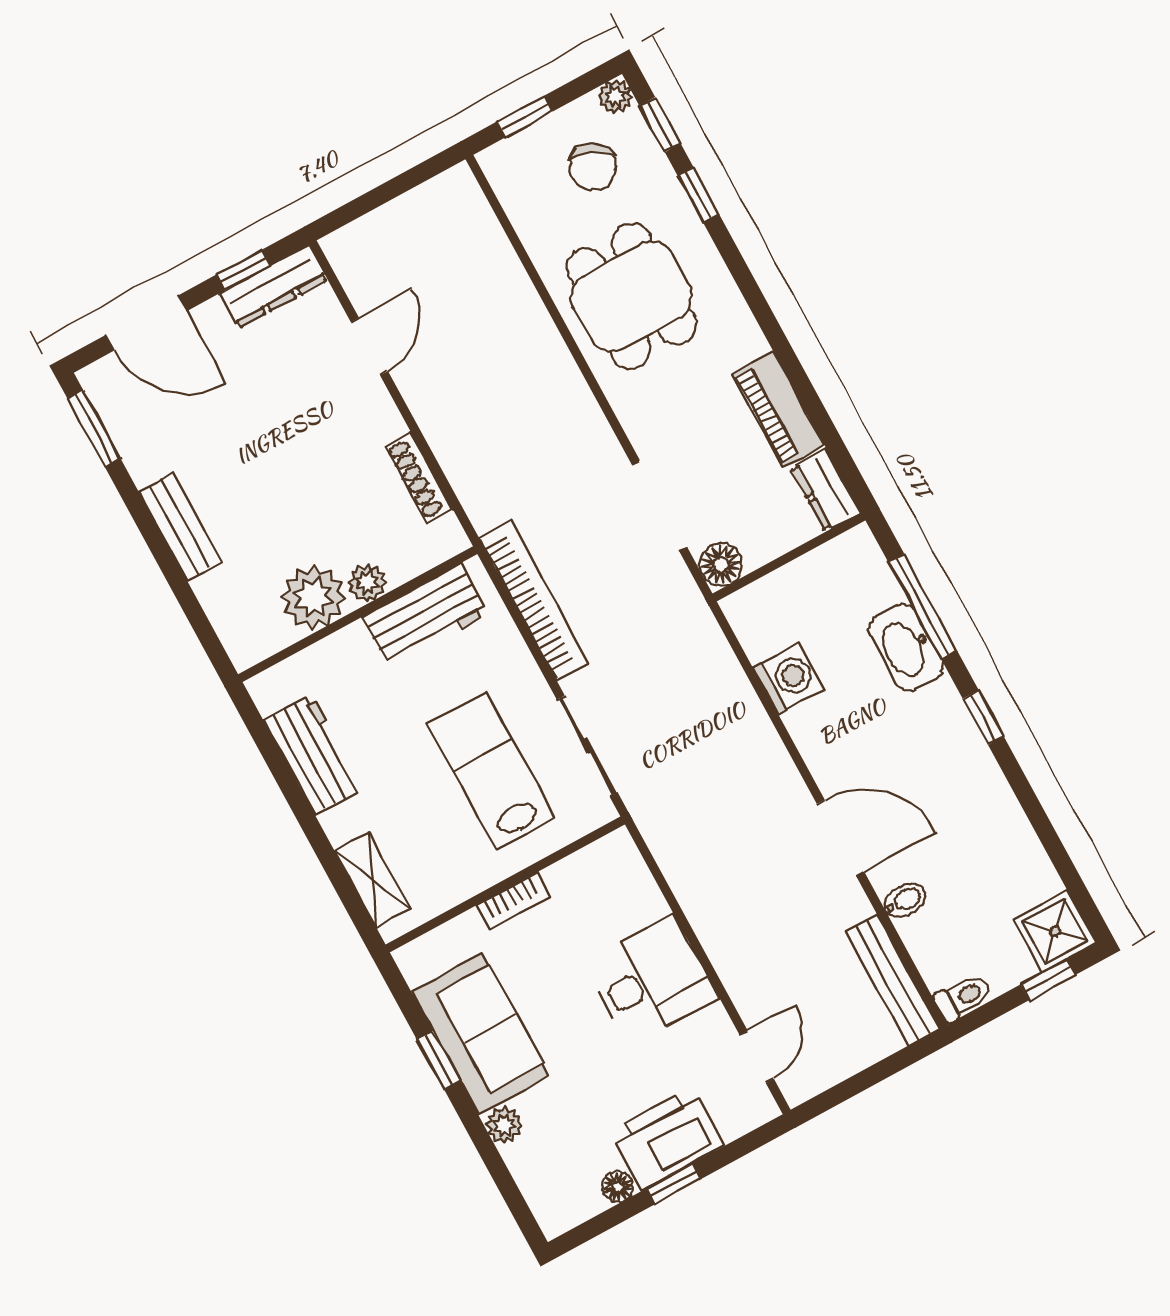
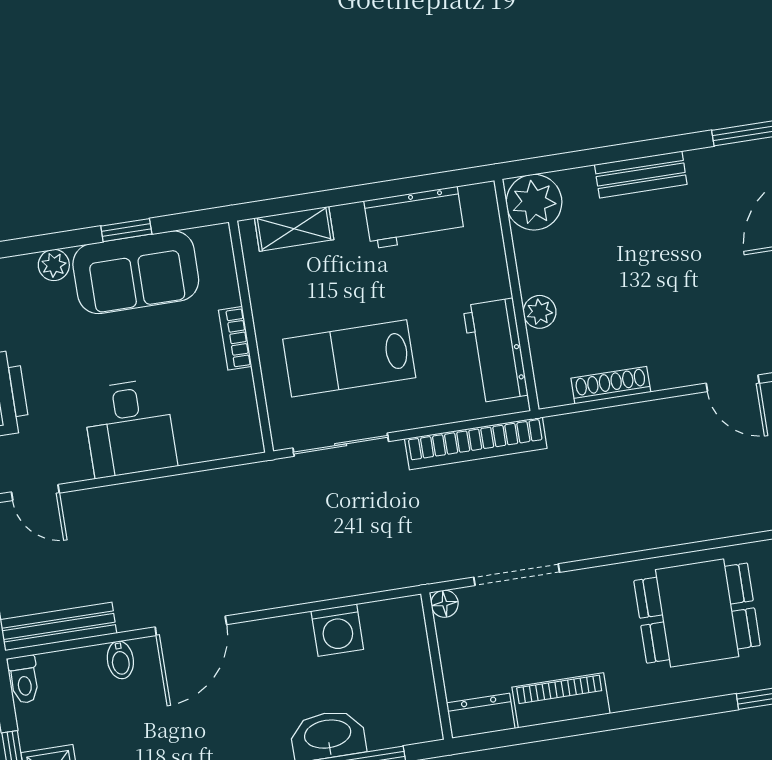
floor lamp: (721, 565) -> (445, 604), width x0.73, depth x0.73
plant: (313, 597) -> (534, 202), moved
lab bench: (491, 770) -> (349, 358), turned 180

